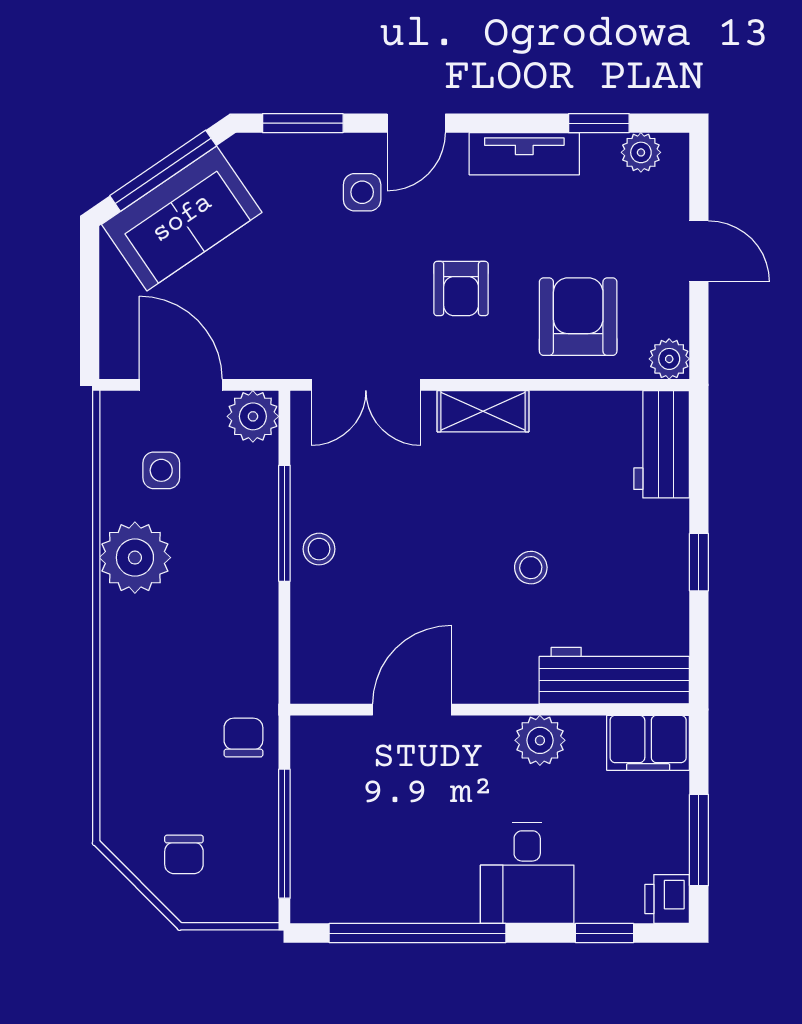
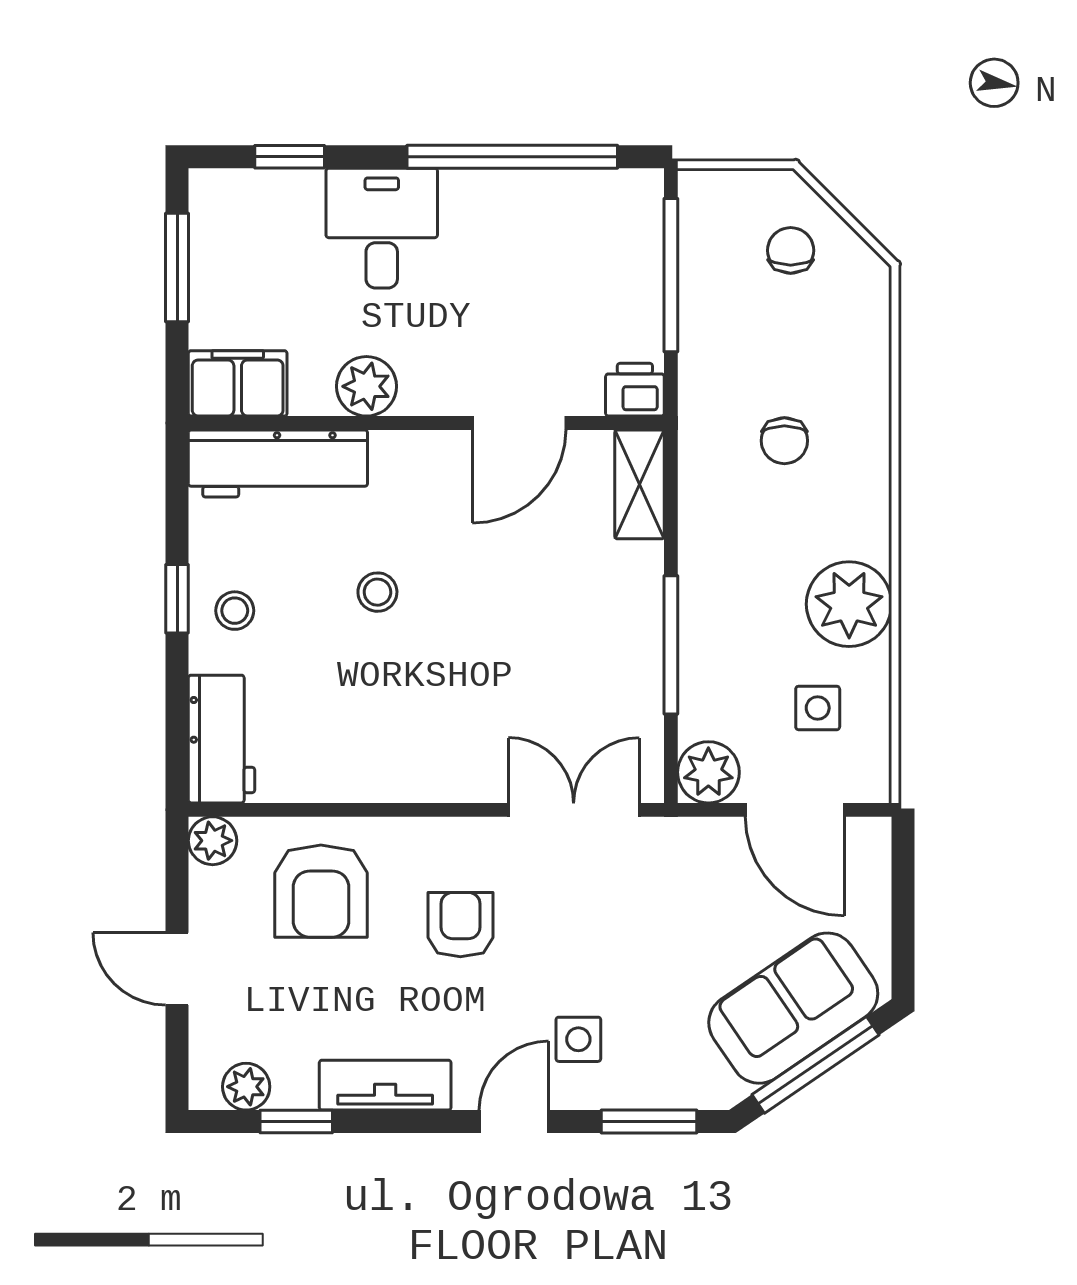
shelving: (483, 411) -> (639, 484), moved, turned 90
stool: (319, 549) -> (235, 611), moved
chair: (243, 738) -> (784, 441), moved
printer: (667, 899) -> (635, 390), moved, turned -90

